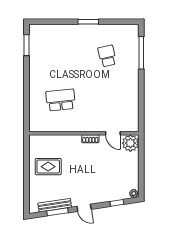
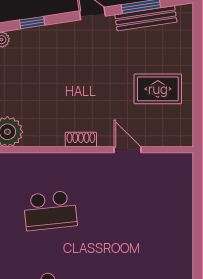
school desk: (61, 100) -> (50, 211), moved
door: (113, 133) -> (127, 150), moved

